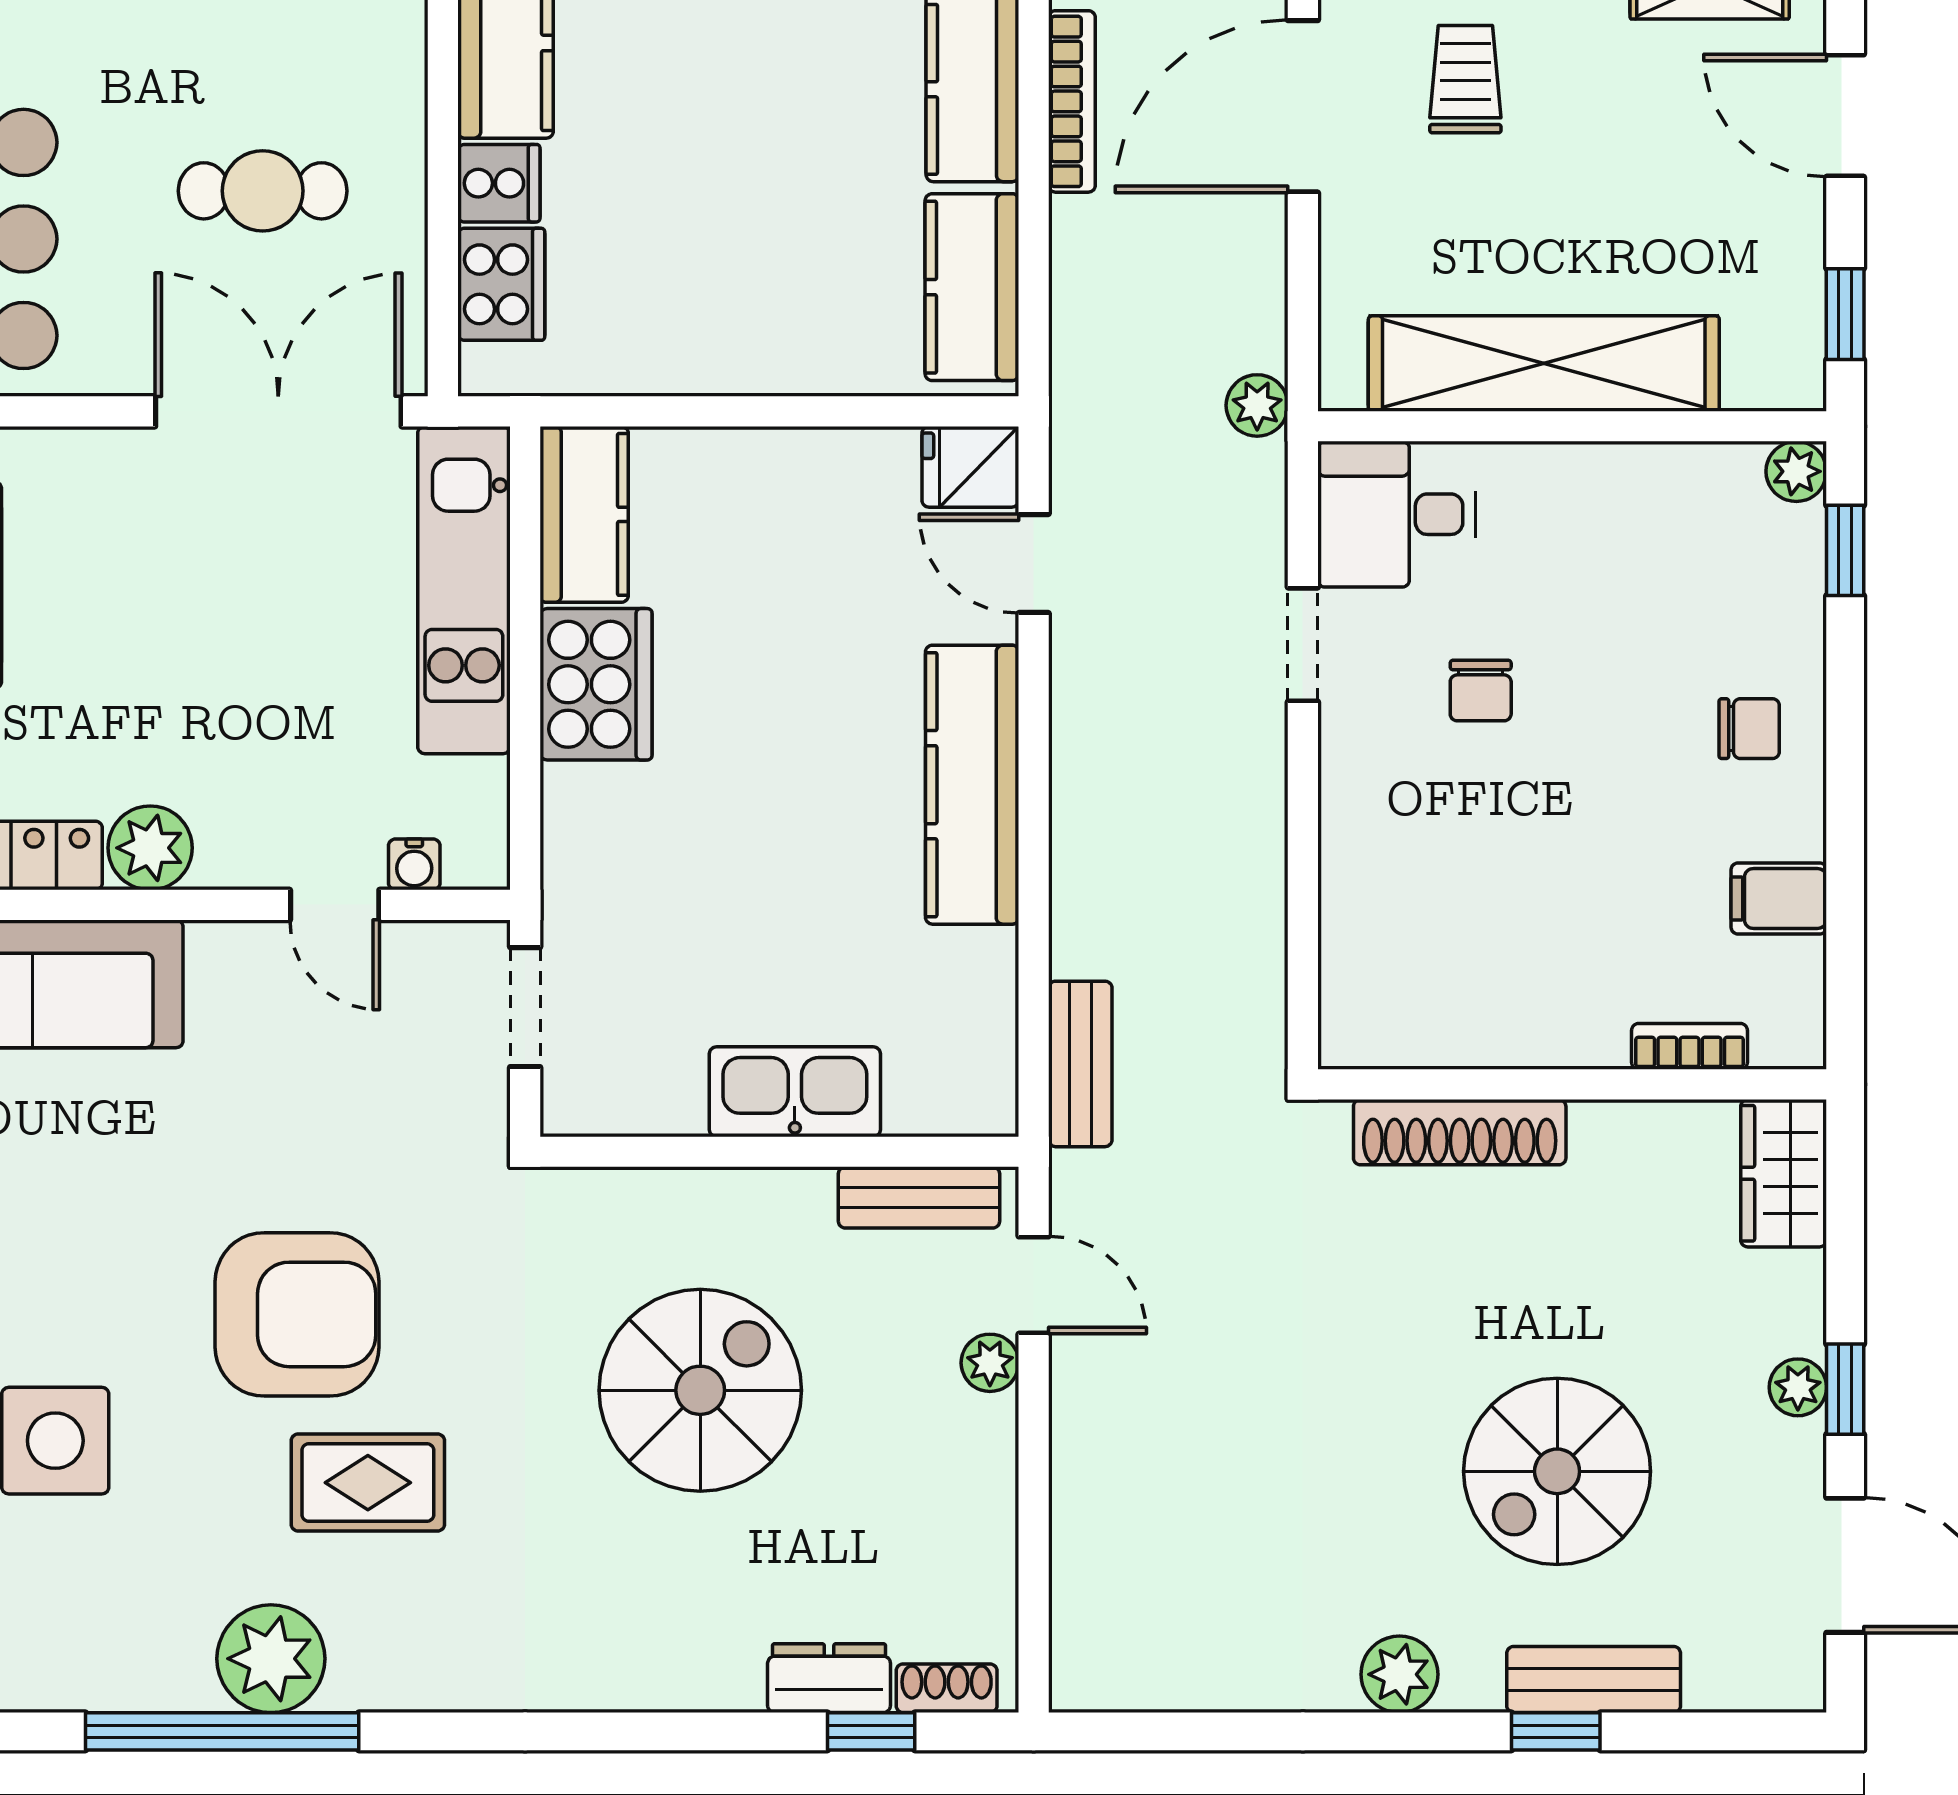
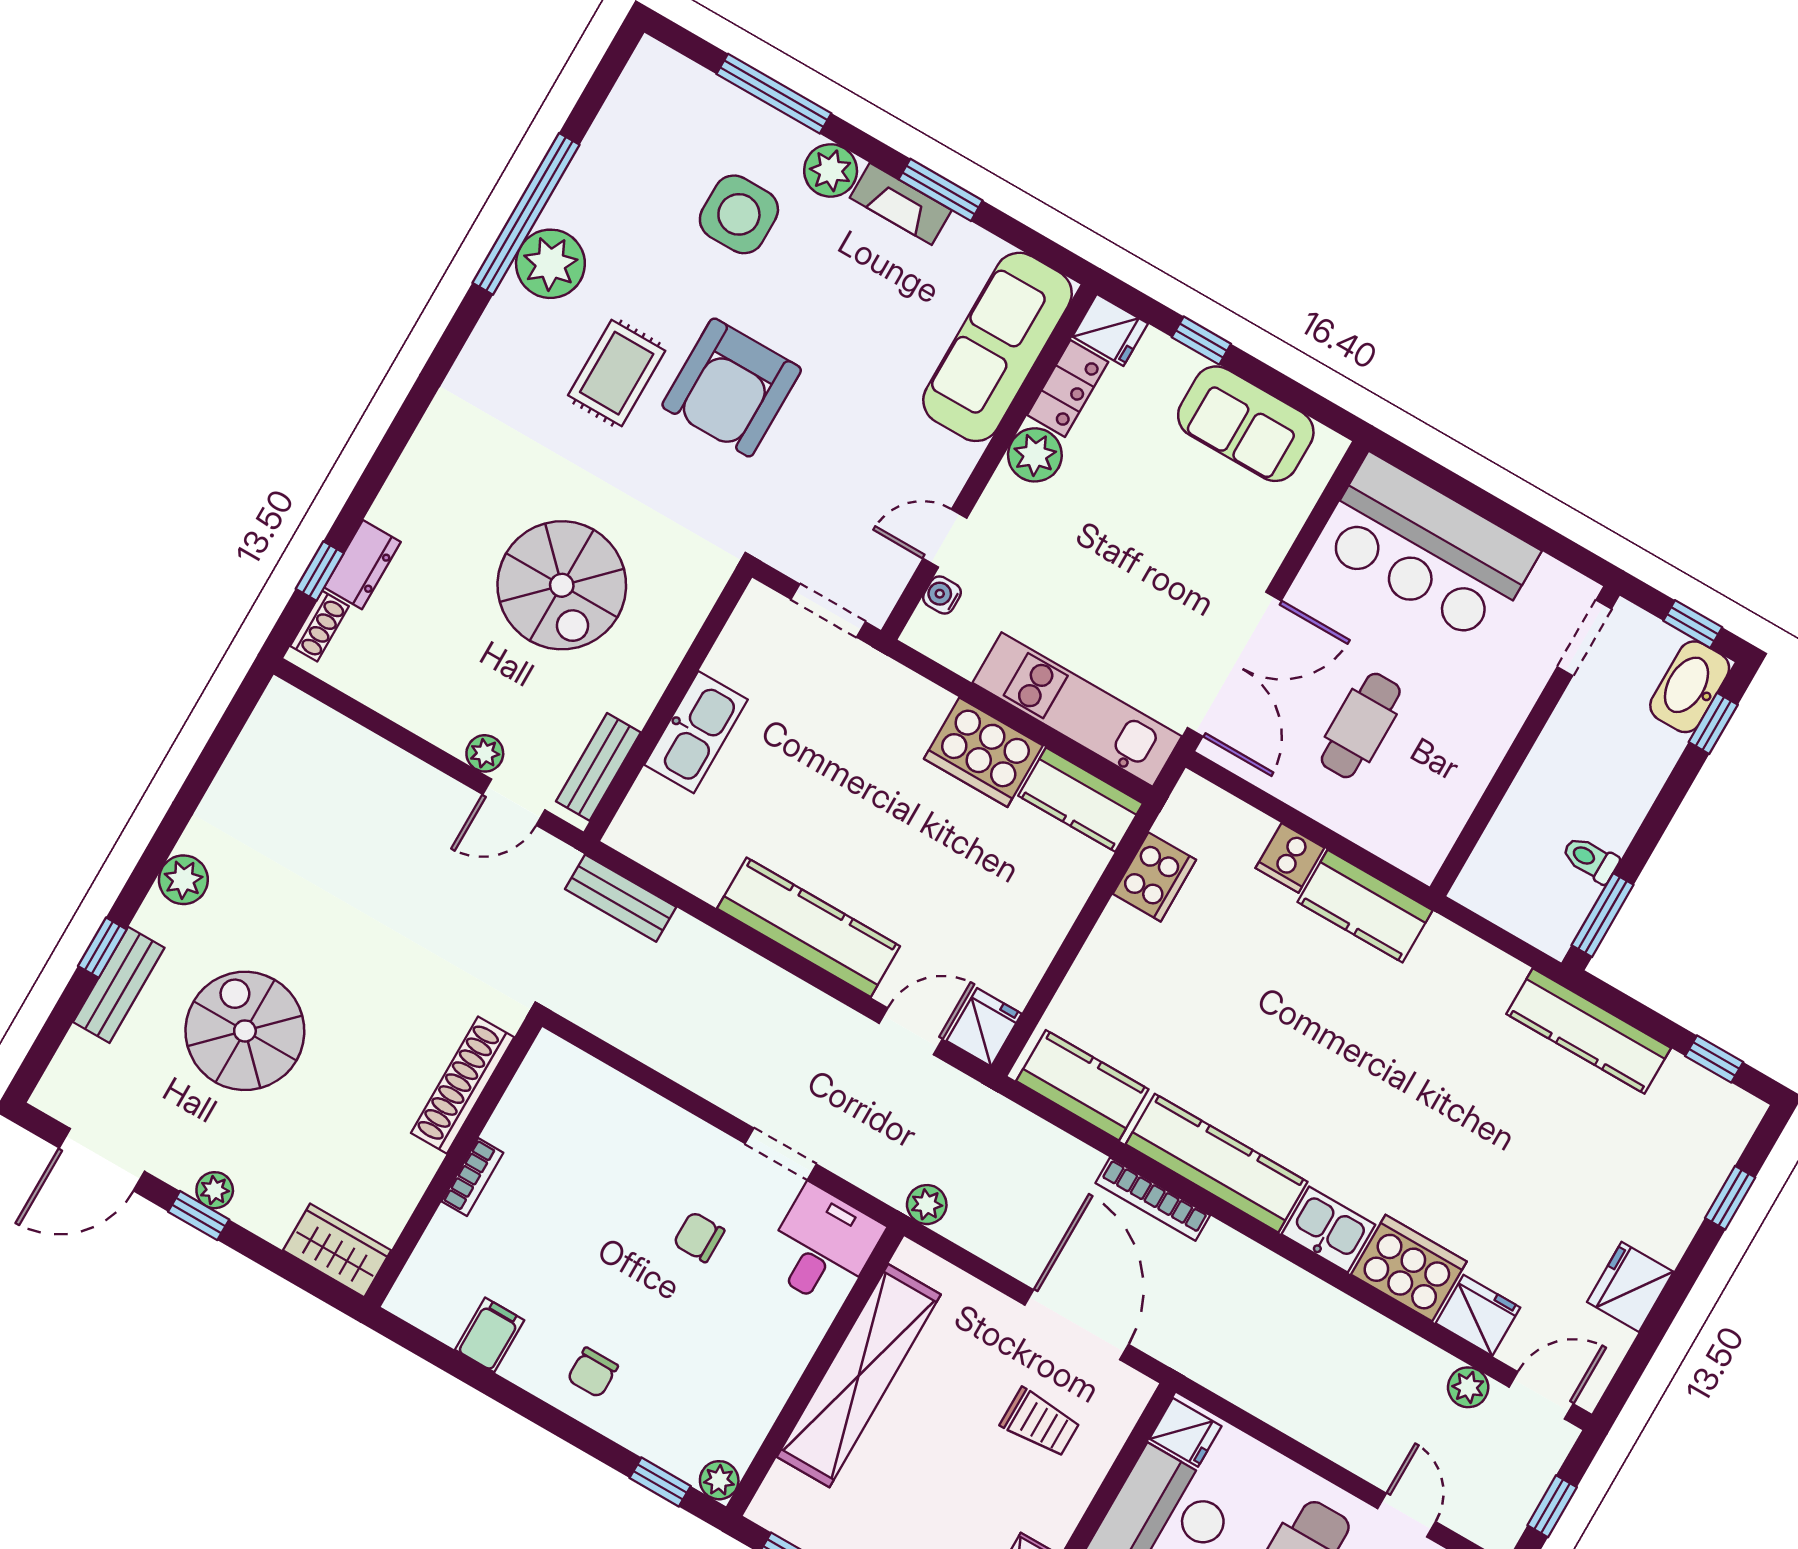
cooker: (501, 284) -> (1154, 877), moved, turned -90
bookcase: (1690, 1046) -> (472, 1177), moved

